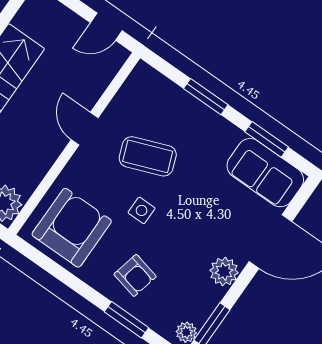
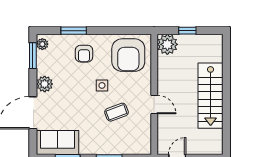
coffee table: (148, 156) -> (116, 112), width x0.73, depth x0.77
armchair: (135, 275) -> (84, 54), turned -103

